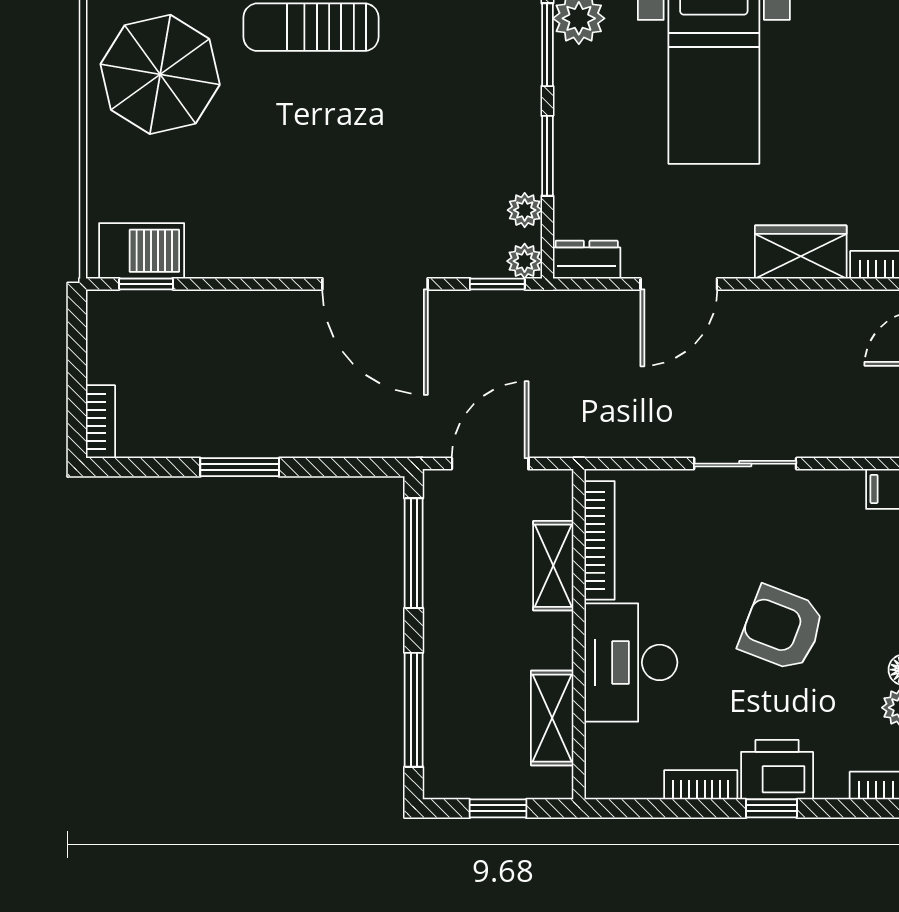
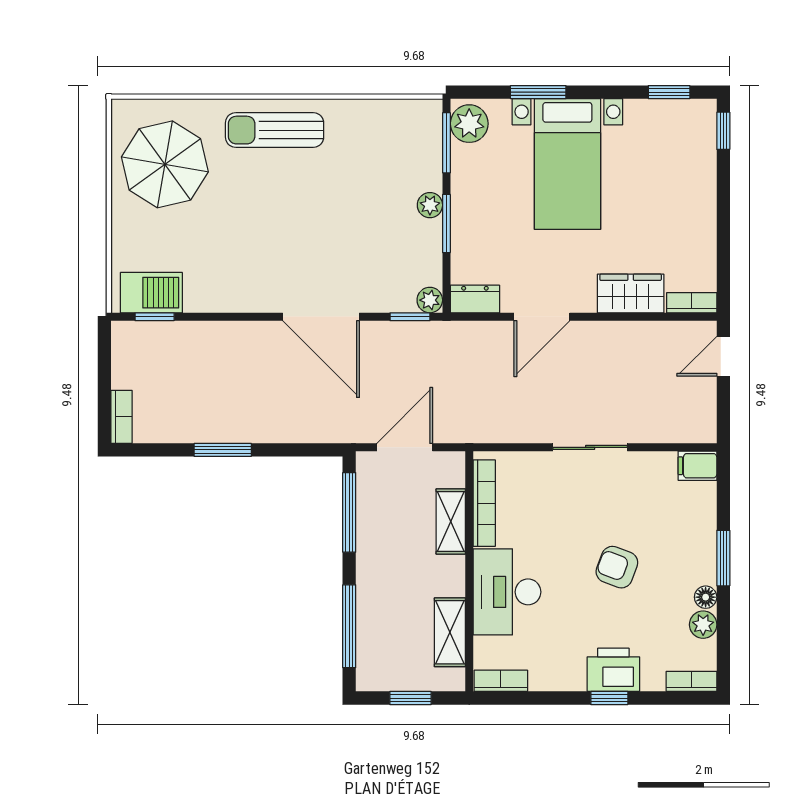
plant: (525, 210) -> (430, 205), moved
armchair: (782, 628) -> (617, 567), width x0.72, depth x0.72
bookcase: (701, 785) -> (501, 681), moved

